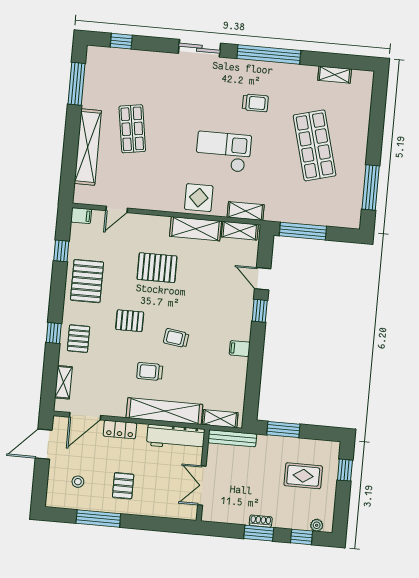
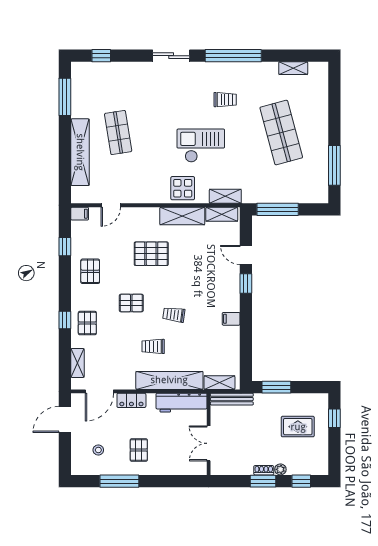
pallet: (87, 281) -> (90, 271), width x0.67, depth x0.71
plant: (317, 525) -> (280, 469), moved

